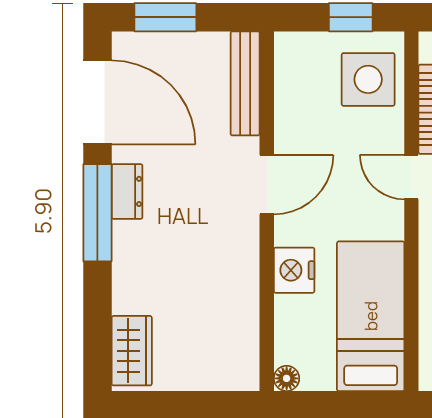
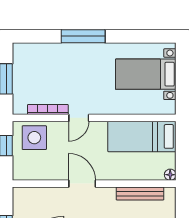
bench: (245, 83) -> (140, 194), moved
nightstand: (294, 270) -> (121, 171), removed

